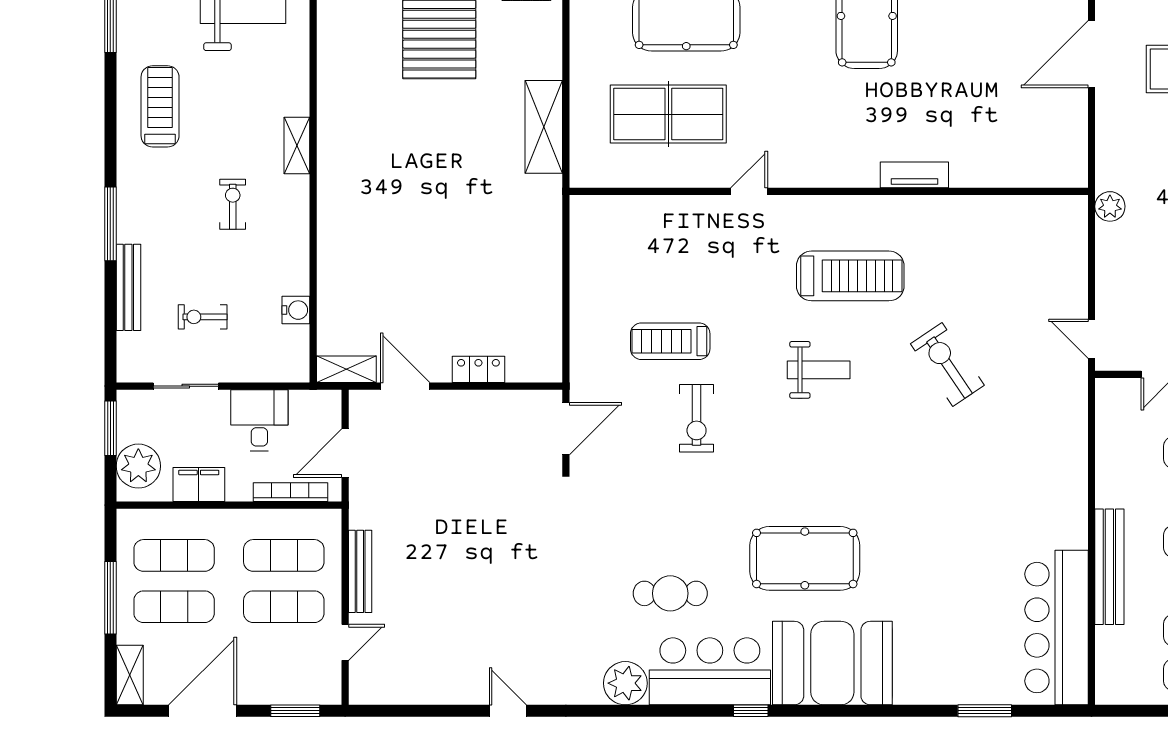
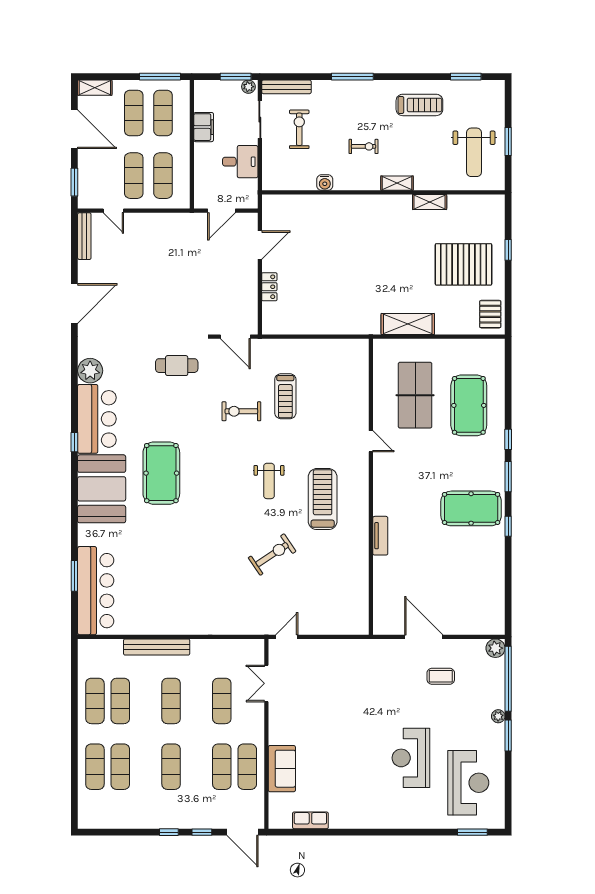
door: (1091, 54) -> (424, 637), moved
plant: (1110, 206) -> (362, 647), removed
treadmill: (850, 276) -> (323, 499), turned 180
bench: (128, 287) -> (286, 87), moved
water cooler: (296, 310) -> (325, 183), moved
exercise bike: (203, 317) -> (299, 129), width x1.38, depth x1.39
treadmill: (670, 341) -> (285, 396), turned 180
shelving: (346, 369) -> (430, 202), moved, turned 90
door: (345, 453) -> (221, 211), swing flipped
plant: (138, 466) -> (248, 87), moved, width x0.53, depth x0.53
bookcase: (290, 492) -> (199, 179), removed
bench: (360, 571) -> (84, 236), moved, turned 90
cafe table: (670, 593) -> (177, 366), moved, turned 90
window: (110, 598) -> (160, 77), moved
bar counter: (1056, 628) -> (96, 591), moved, turned 90
door: (508, 711) -> (74, 304), width x1.88

